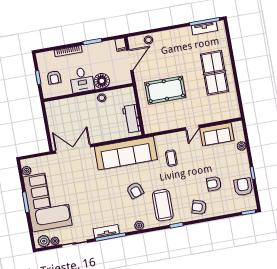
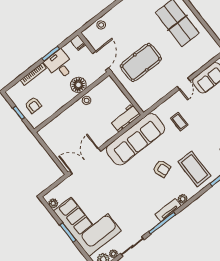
door: (130, 60) -> (101, 61), moved
desk: (82, 80) -> (59, 65), moved, turned 180
workbench: (131, 119) -> (125, 118), moved, turned 90
tv unit: (106, 231) -> (168, 210), moved

